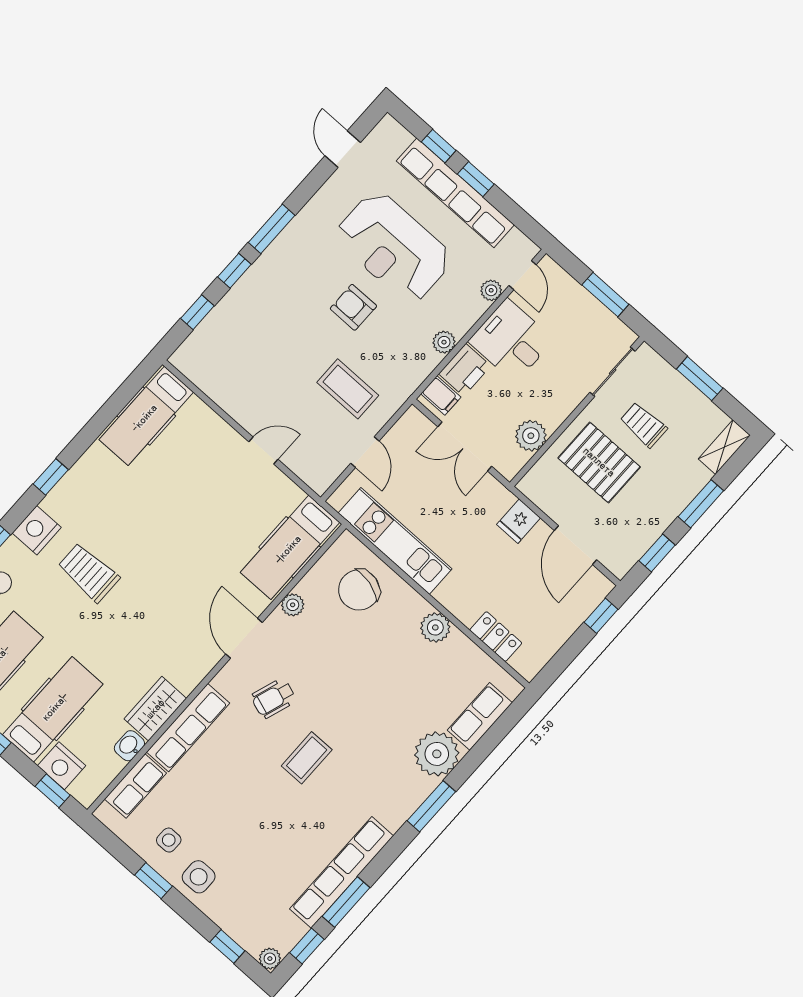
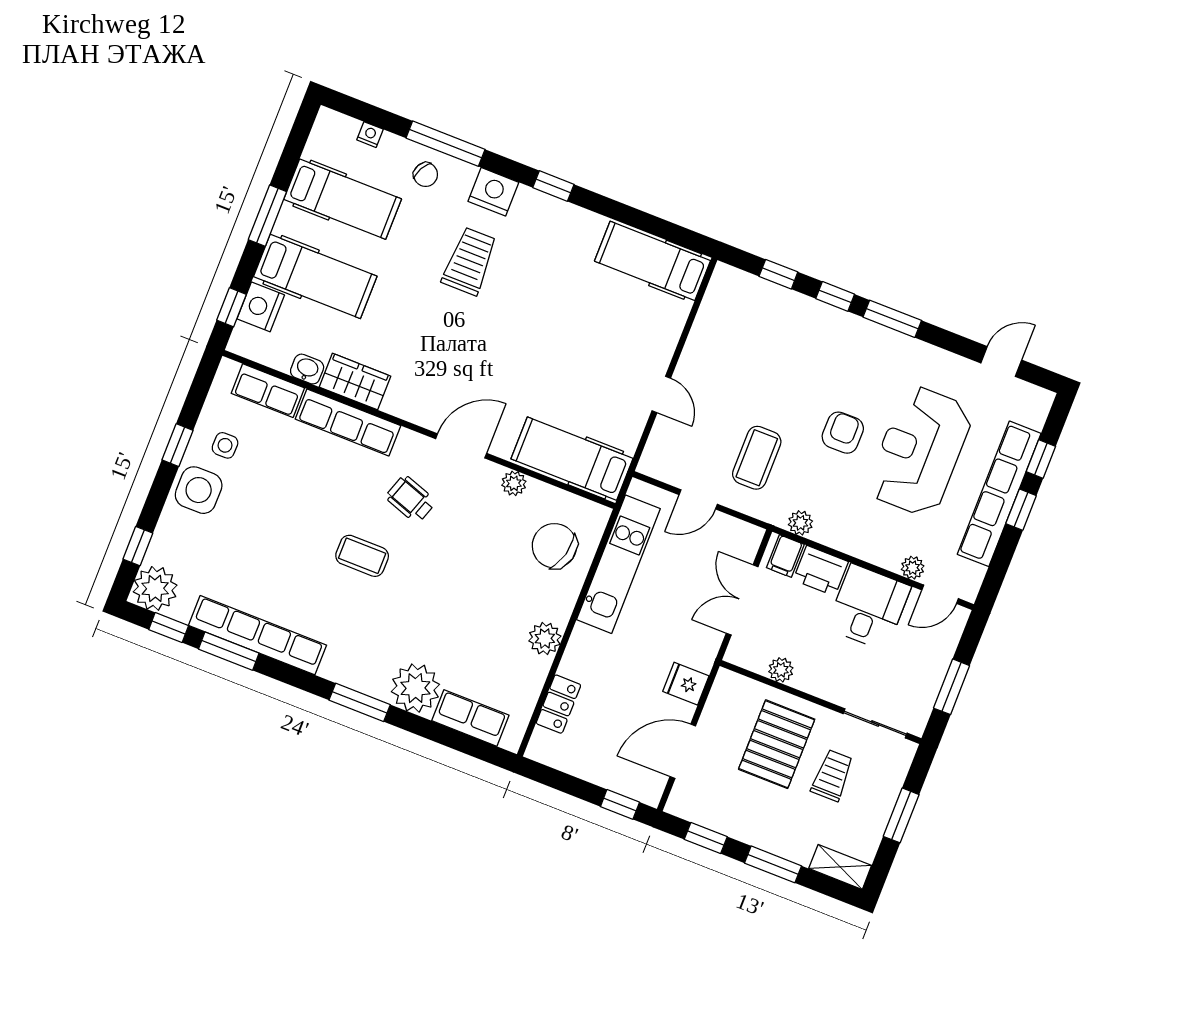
plant: (444, 342) -> (800, 523), moved
plant: (531, 436) -> (781, 670), width x0.73, depth x0.73
side table: (199, 877) -> (199, 490), width x1.37, depth x1.37
plant: (270, 959) -> (155, 588), width x1.88, depth x1.88

